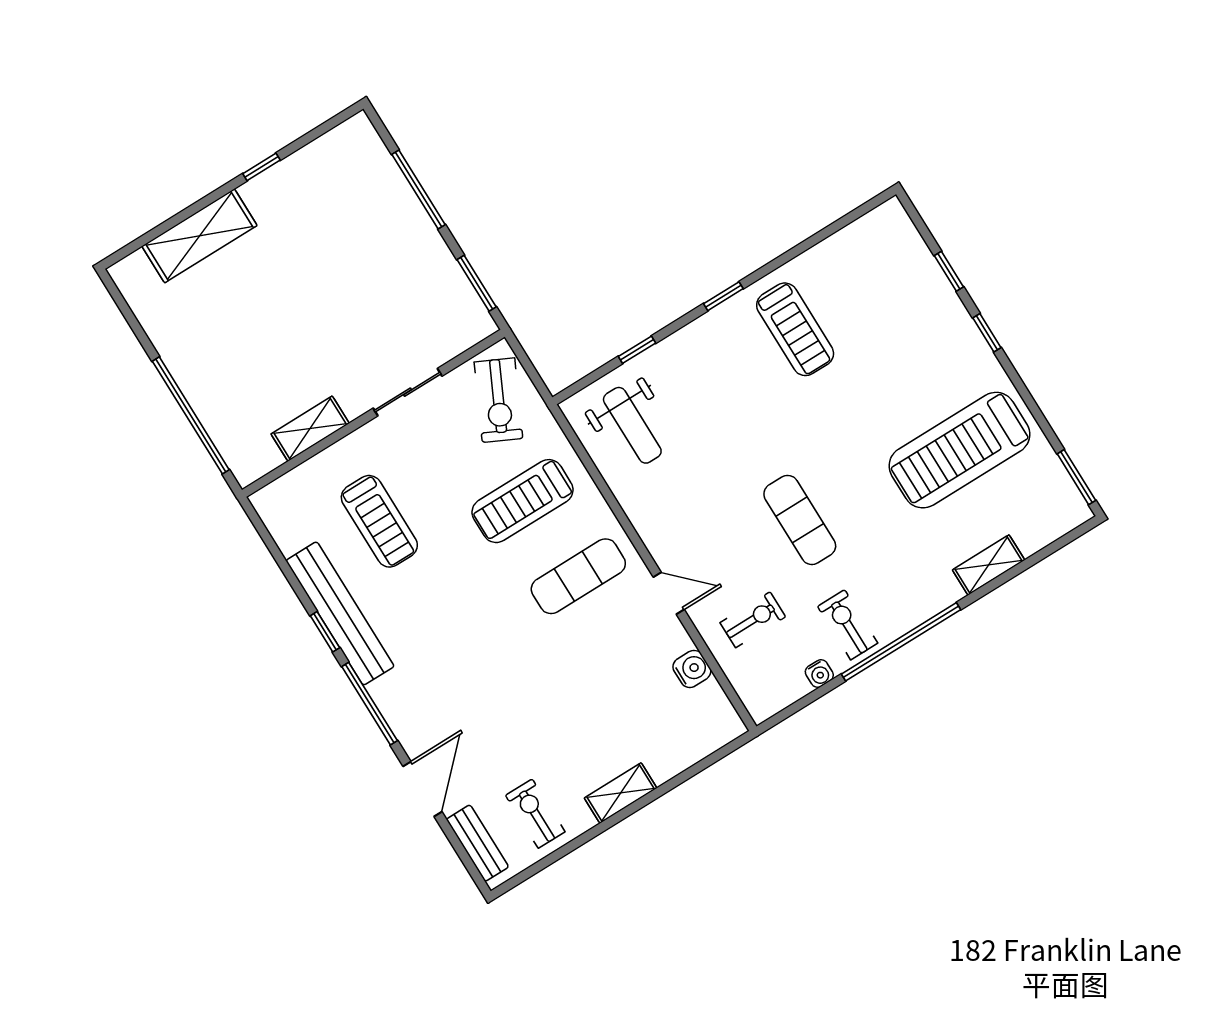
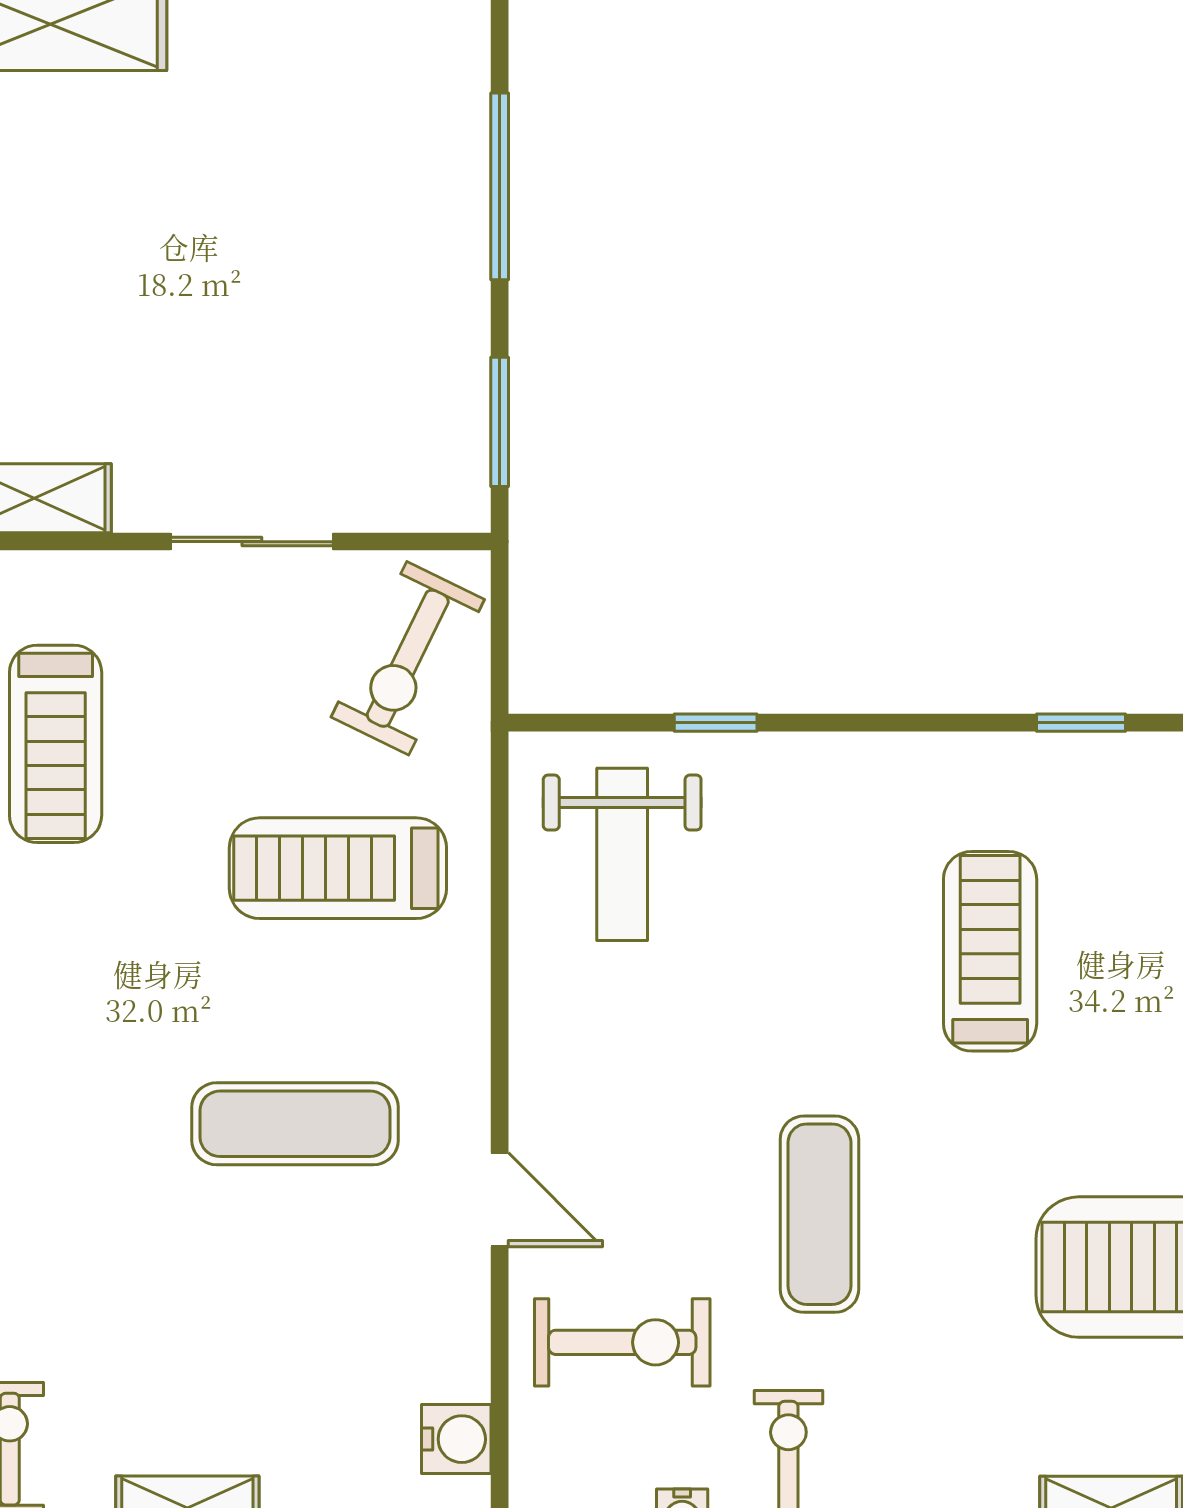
window: (723, 296) -> (1081, 723), moved
treadmill: (795, 329) -> (990, 951), moved, turned 180
exercise mat: (578, 576) -> (295, 1124), moved
exercise bike: (753, 620) -> (622, 1342), width x1.38, depth x1.39
water cooler: (692, 669) -> (456, 1439), moved

